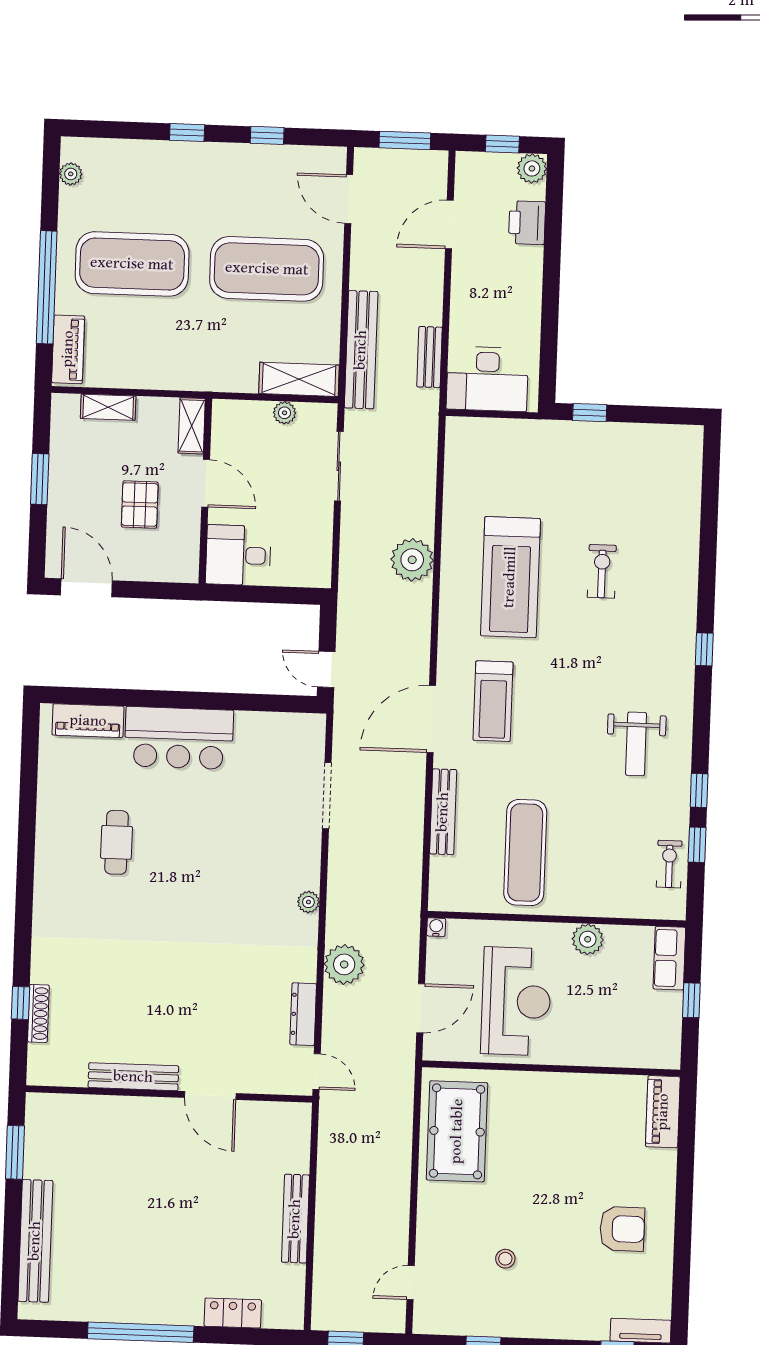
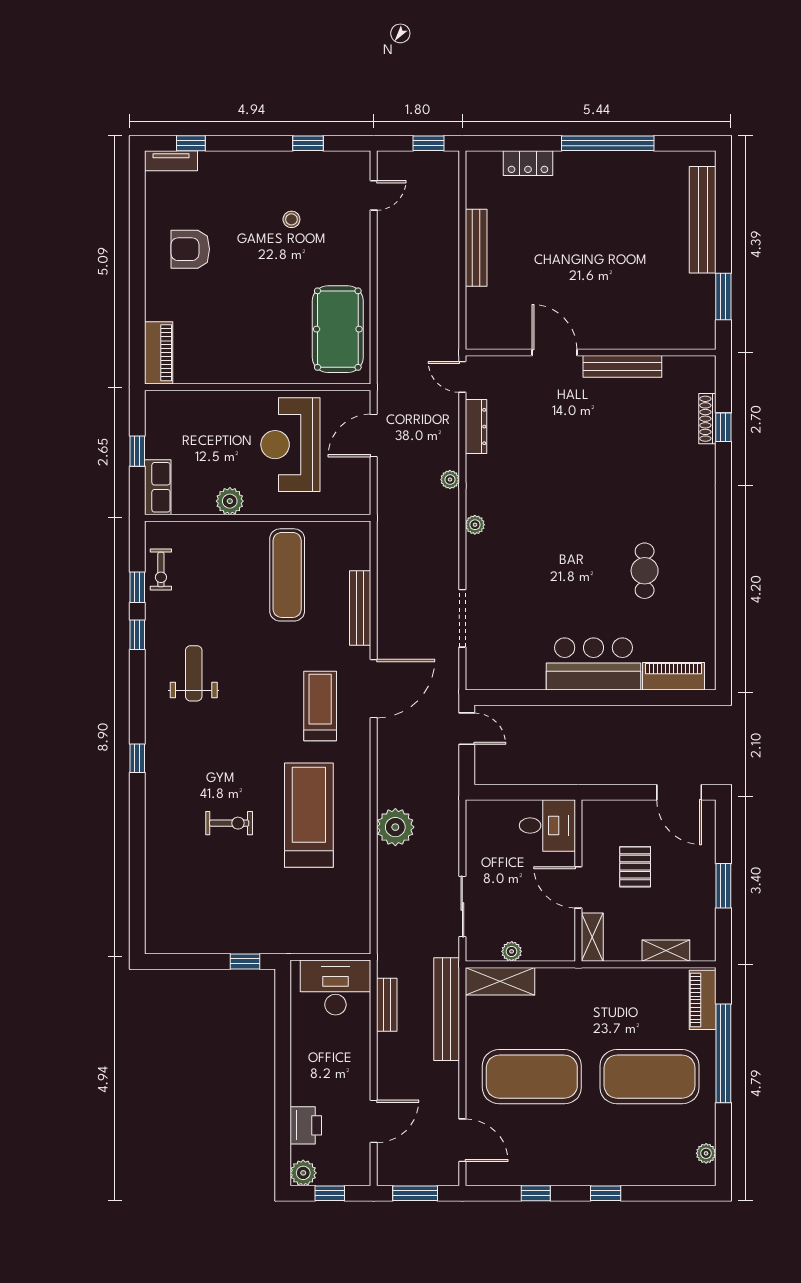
exercise bike: (602, 571) -> (229, 823), turned -90
water cooler: (436, 927) -> (363, 507), removed
plant: (344, 964) -> (450, 480), width x0.53, depth x0.53

